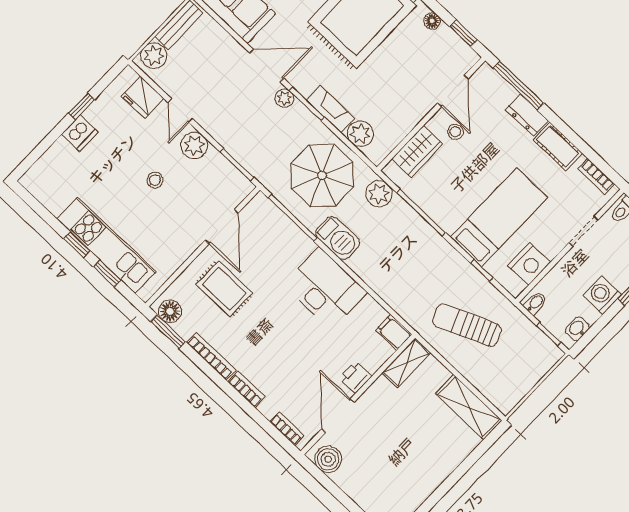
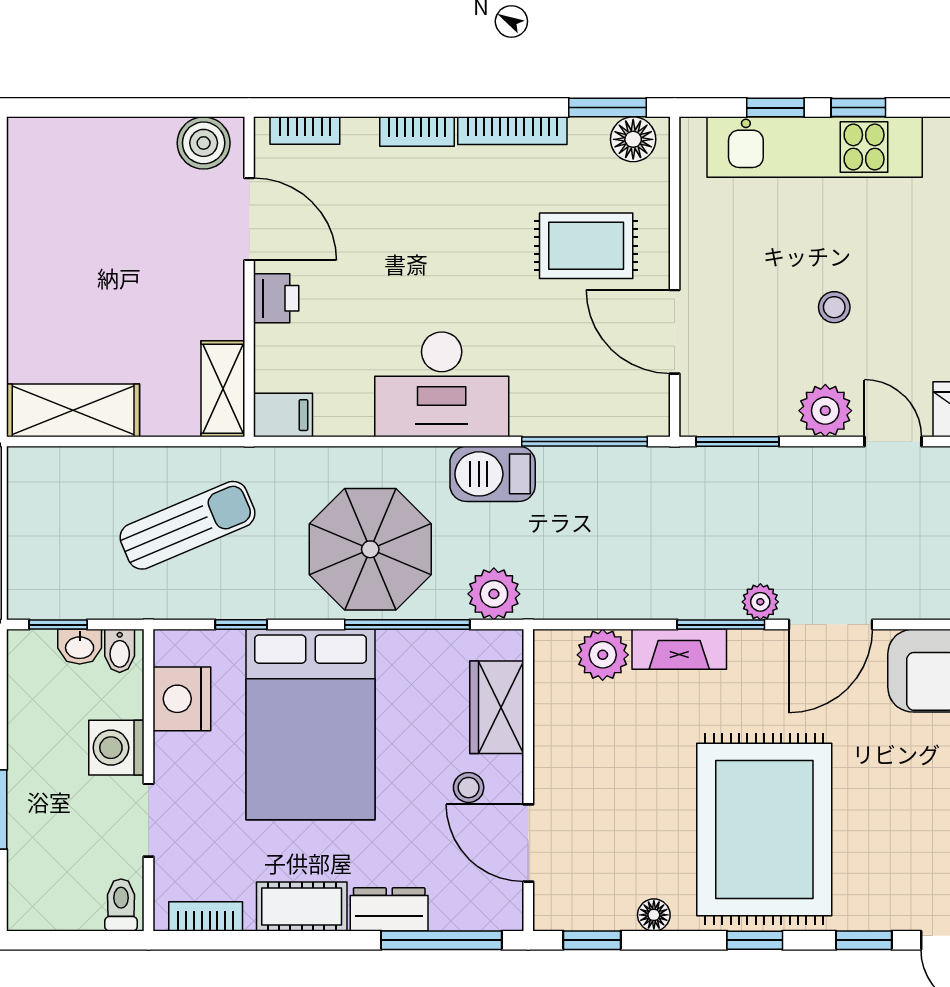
parasol: (322, 175) -> (370, 549), moved
bed: (499, 217) -> (310, 724), width x1.50
washing machine: (602, 295) -> (116, 748), moved, turned 180
washbasin: (577, 329) -> (80, 647), moved, turned 90

